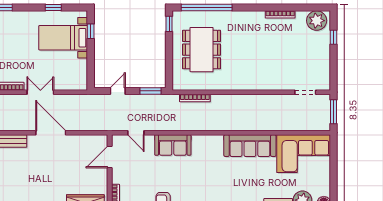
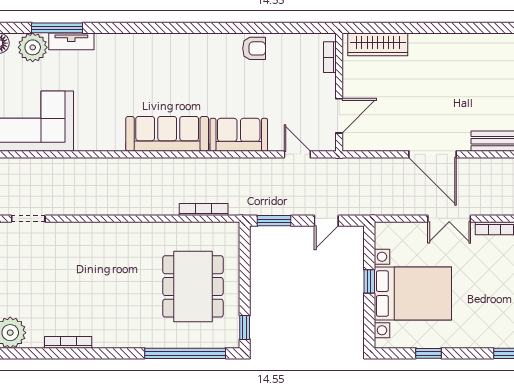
window: (91, 31) -> (369, 281), moved
bed with nightstands: (63, 38) -> (413, 294), width x1.36
sofa: (250, 146) -> (167, 134), moved

